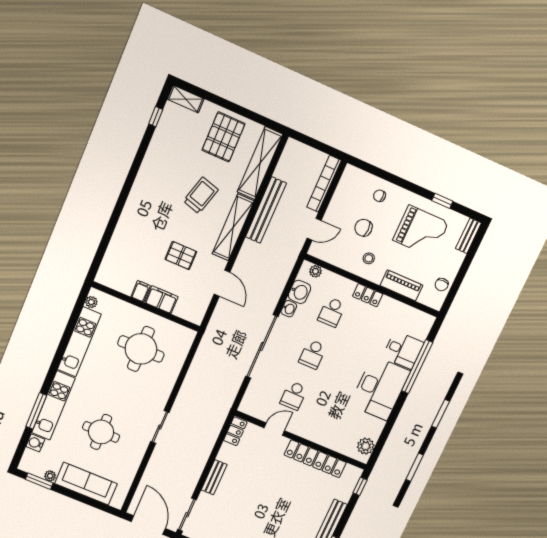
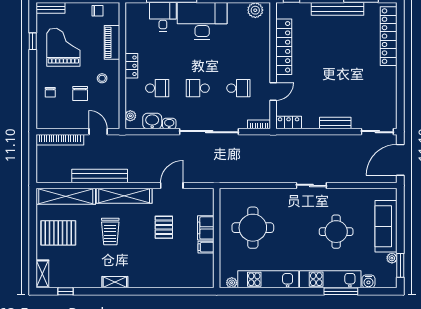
shelving: (143, 176) -> (115, 282), added
trolley: (201, 195) -> (110, 232), turned -106
school desk: (313, 354) -> (198, 88), turned 180
bookcase: (247, 401) -> (259, 124), added
door: (274, 429) -> (273, 91), swing flipped

